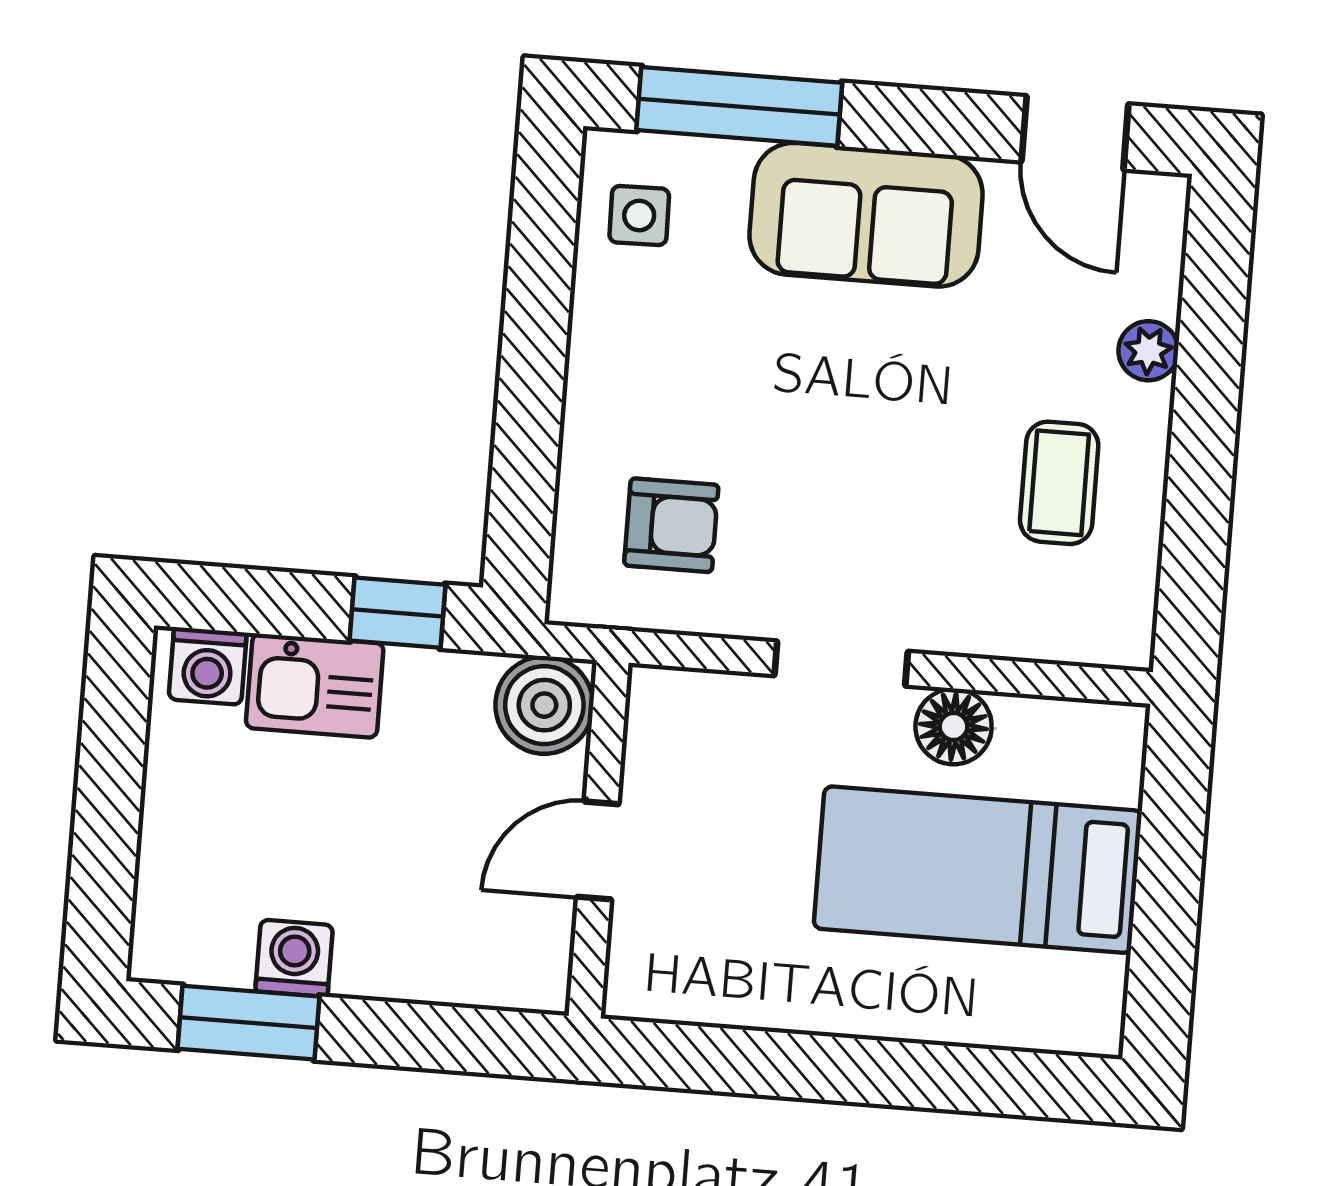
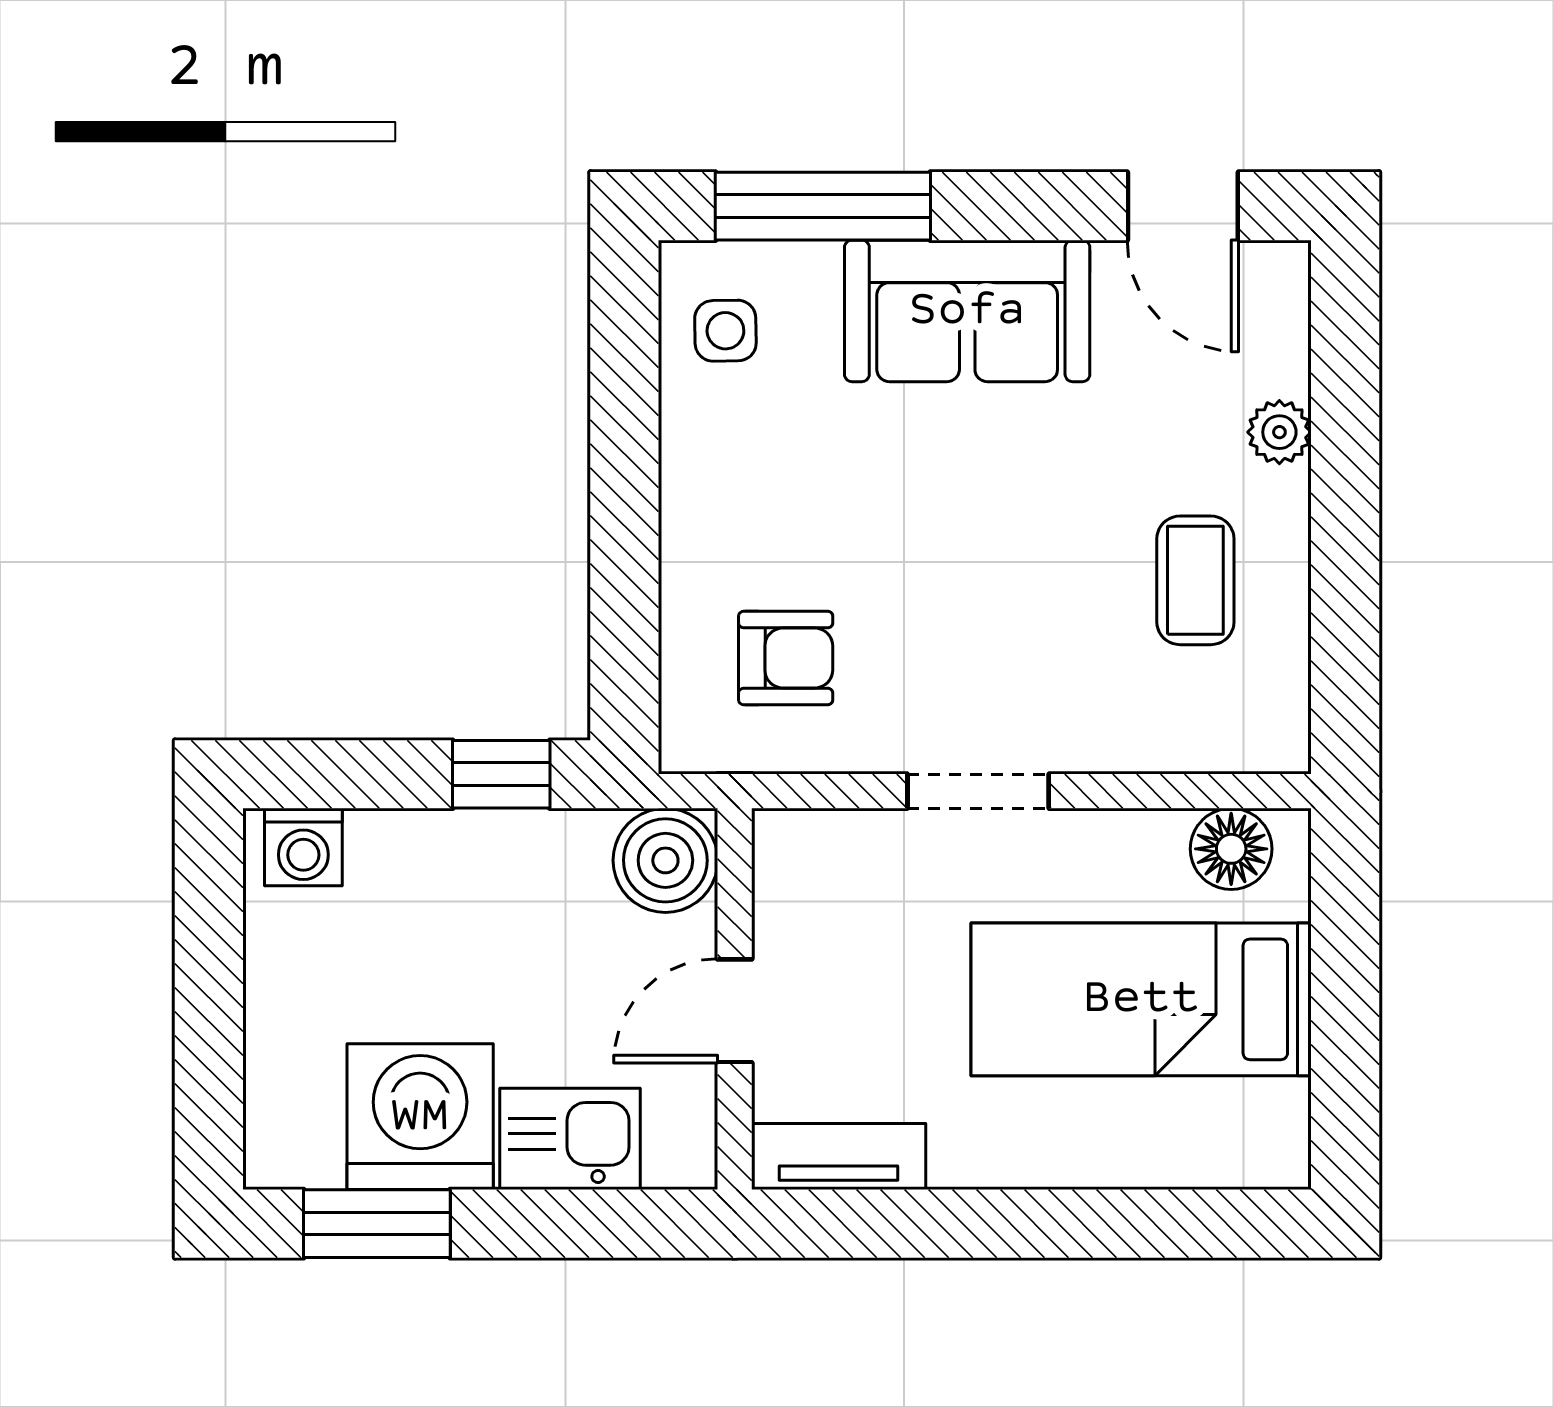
kitchen sink: (315, 686) -> (570, 1139), moved, turned 180
floor lamp: (954, 726) -> (1231, 849), moved
washing machine: (294, 958) -> (420, 1117), width x1.89, depth x1.89
tv unit: (684, 994) -> (839, 1157), added

